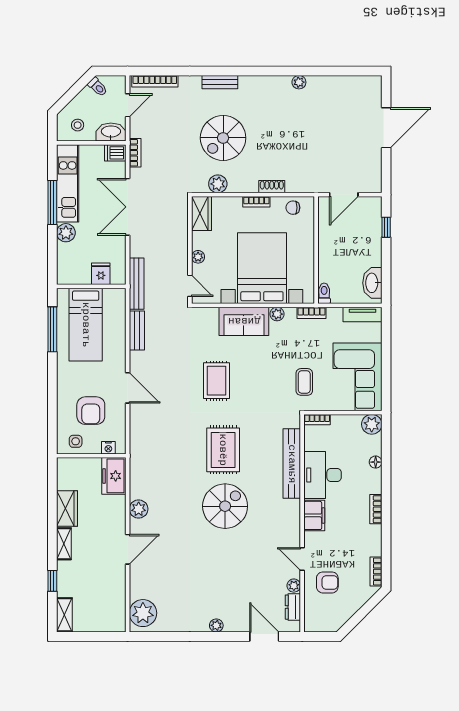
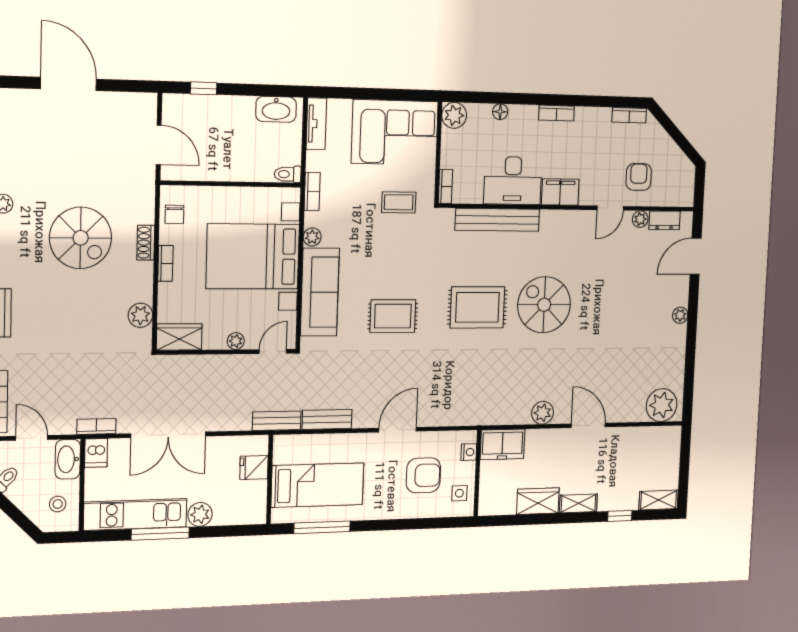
spiral stairs: (223, 138) -> (81, 238), moved
bench: (137, 284) -> (277, 421), width x0.73
sofa: (244, 321) -> (320, 292), width x1.36

